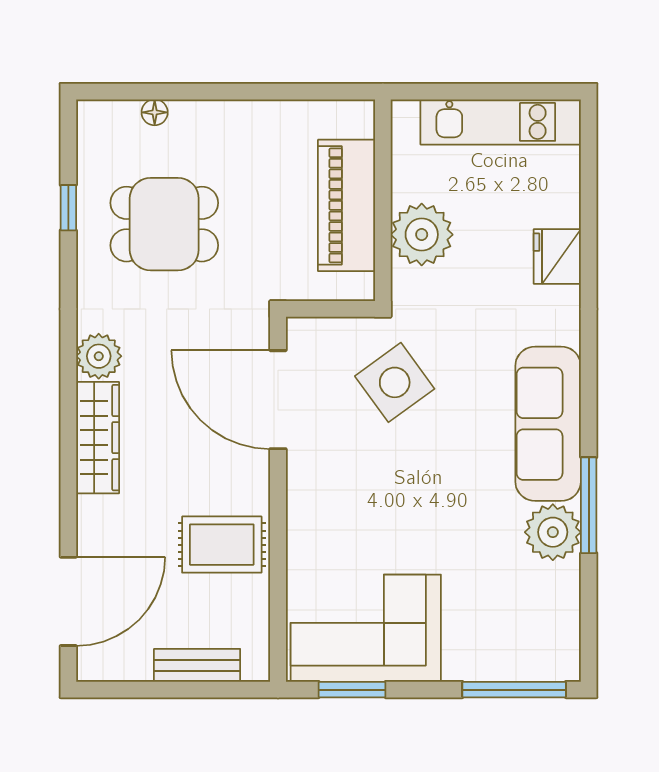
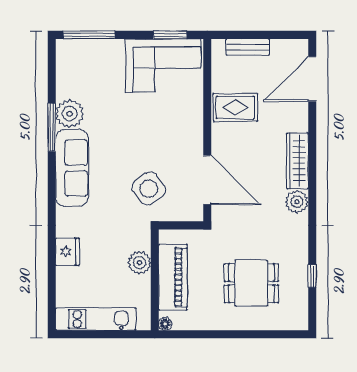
floor lamp: (155, 112) -> (165, 324), moved
dining table: (164, 224) -> (251, 283), moved
plant: (422, 235) -> (139, 263), width x0.73, depth x0.73

